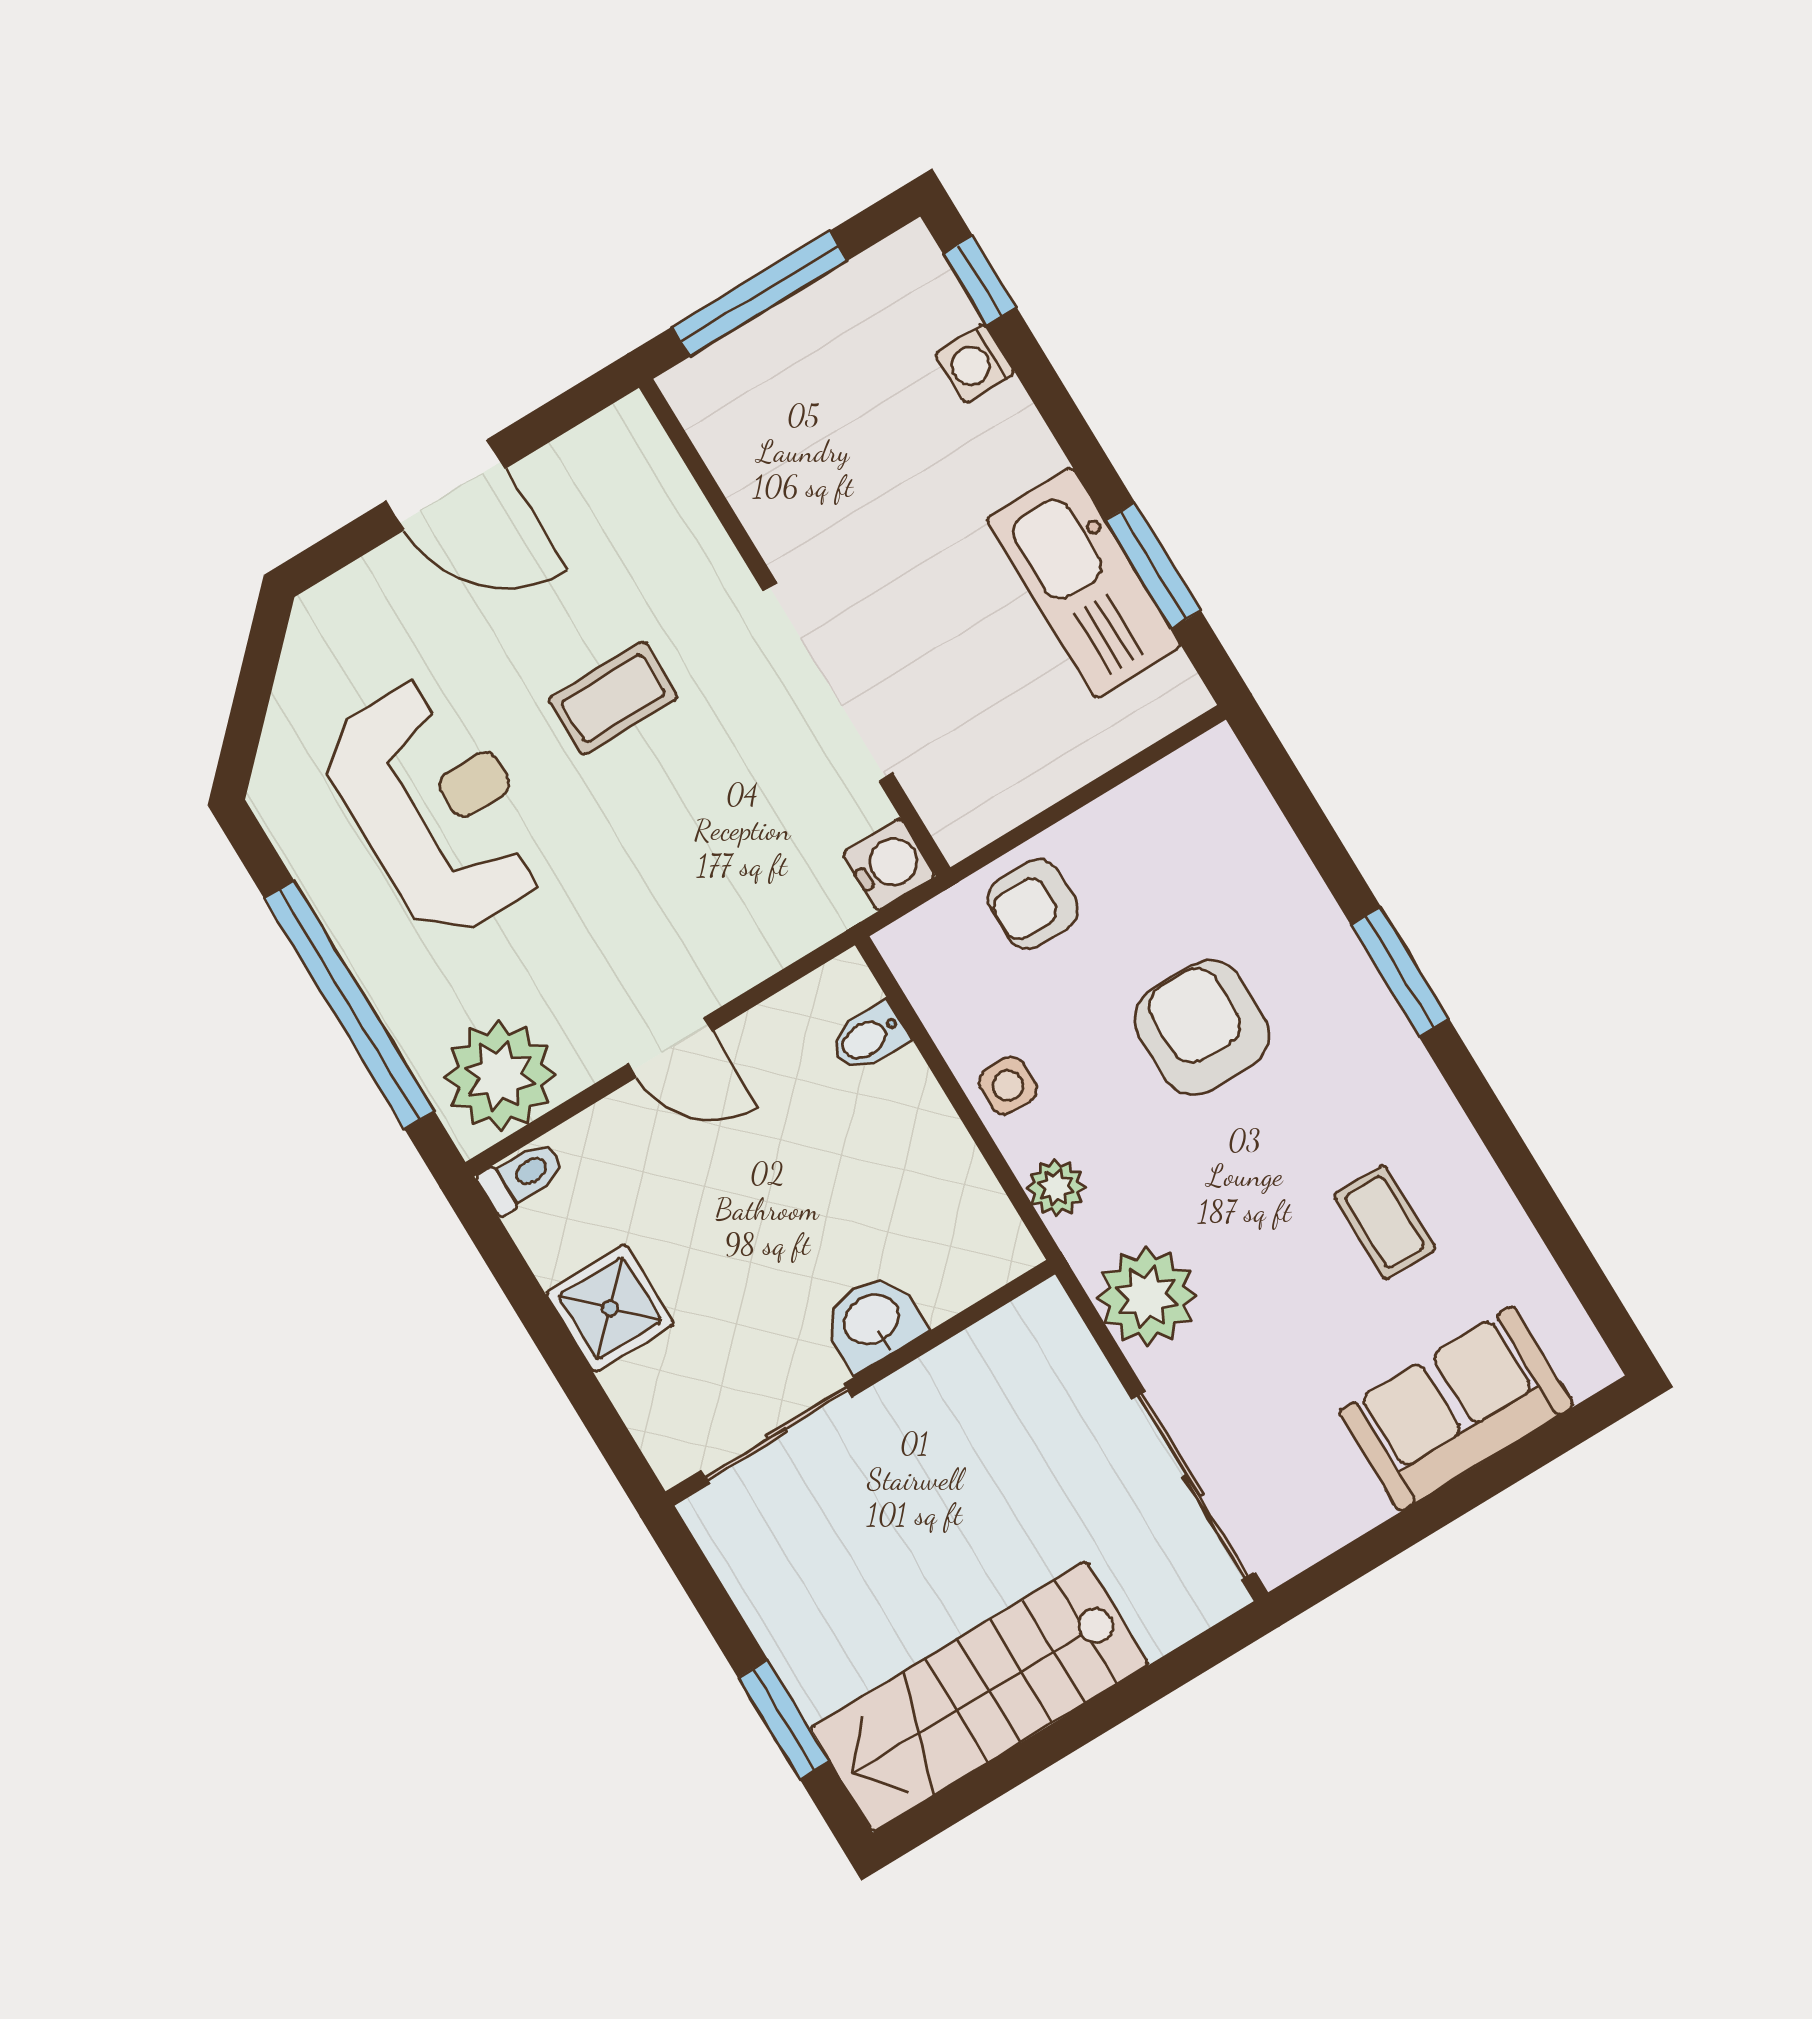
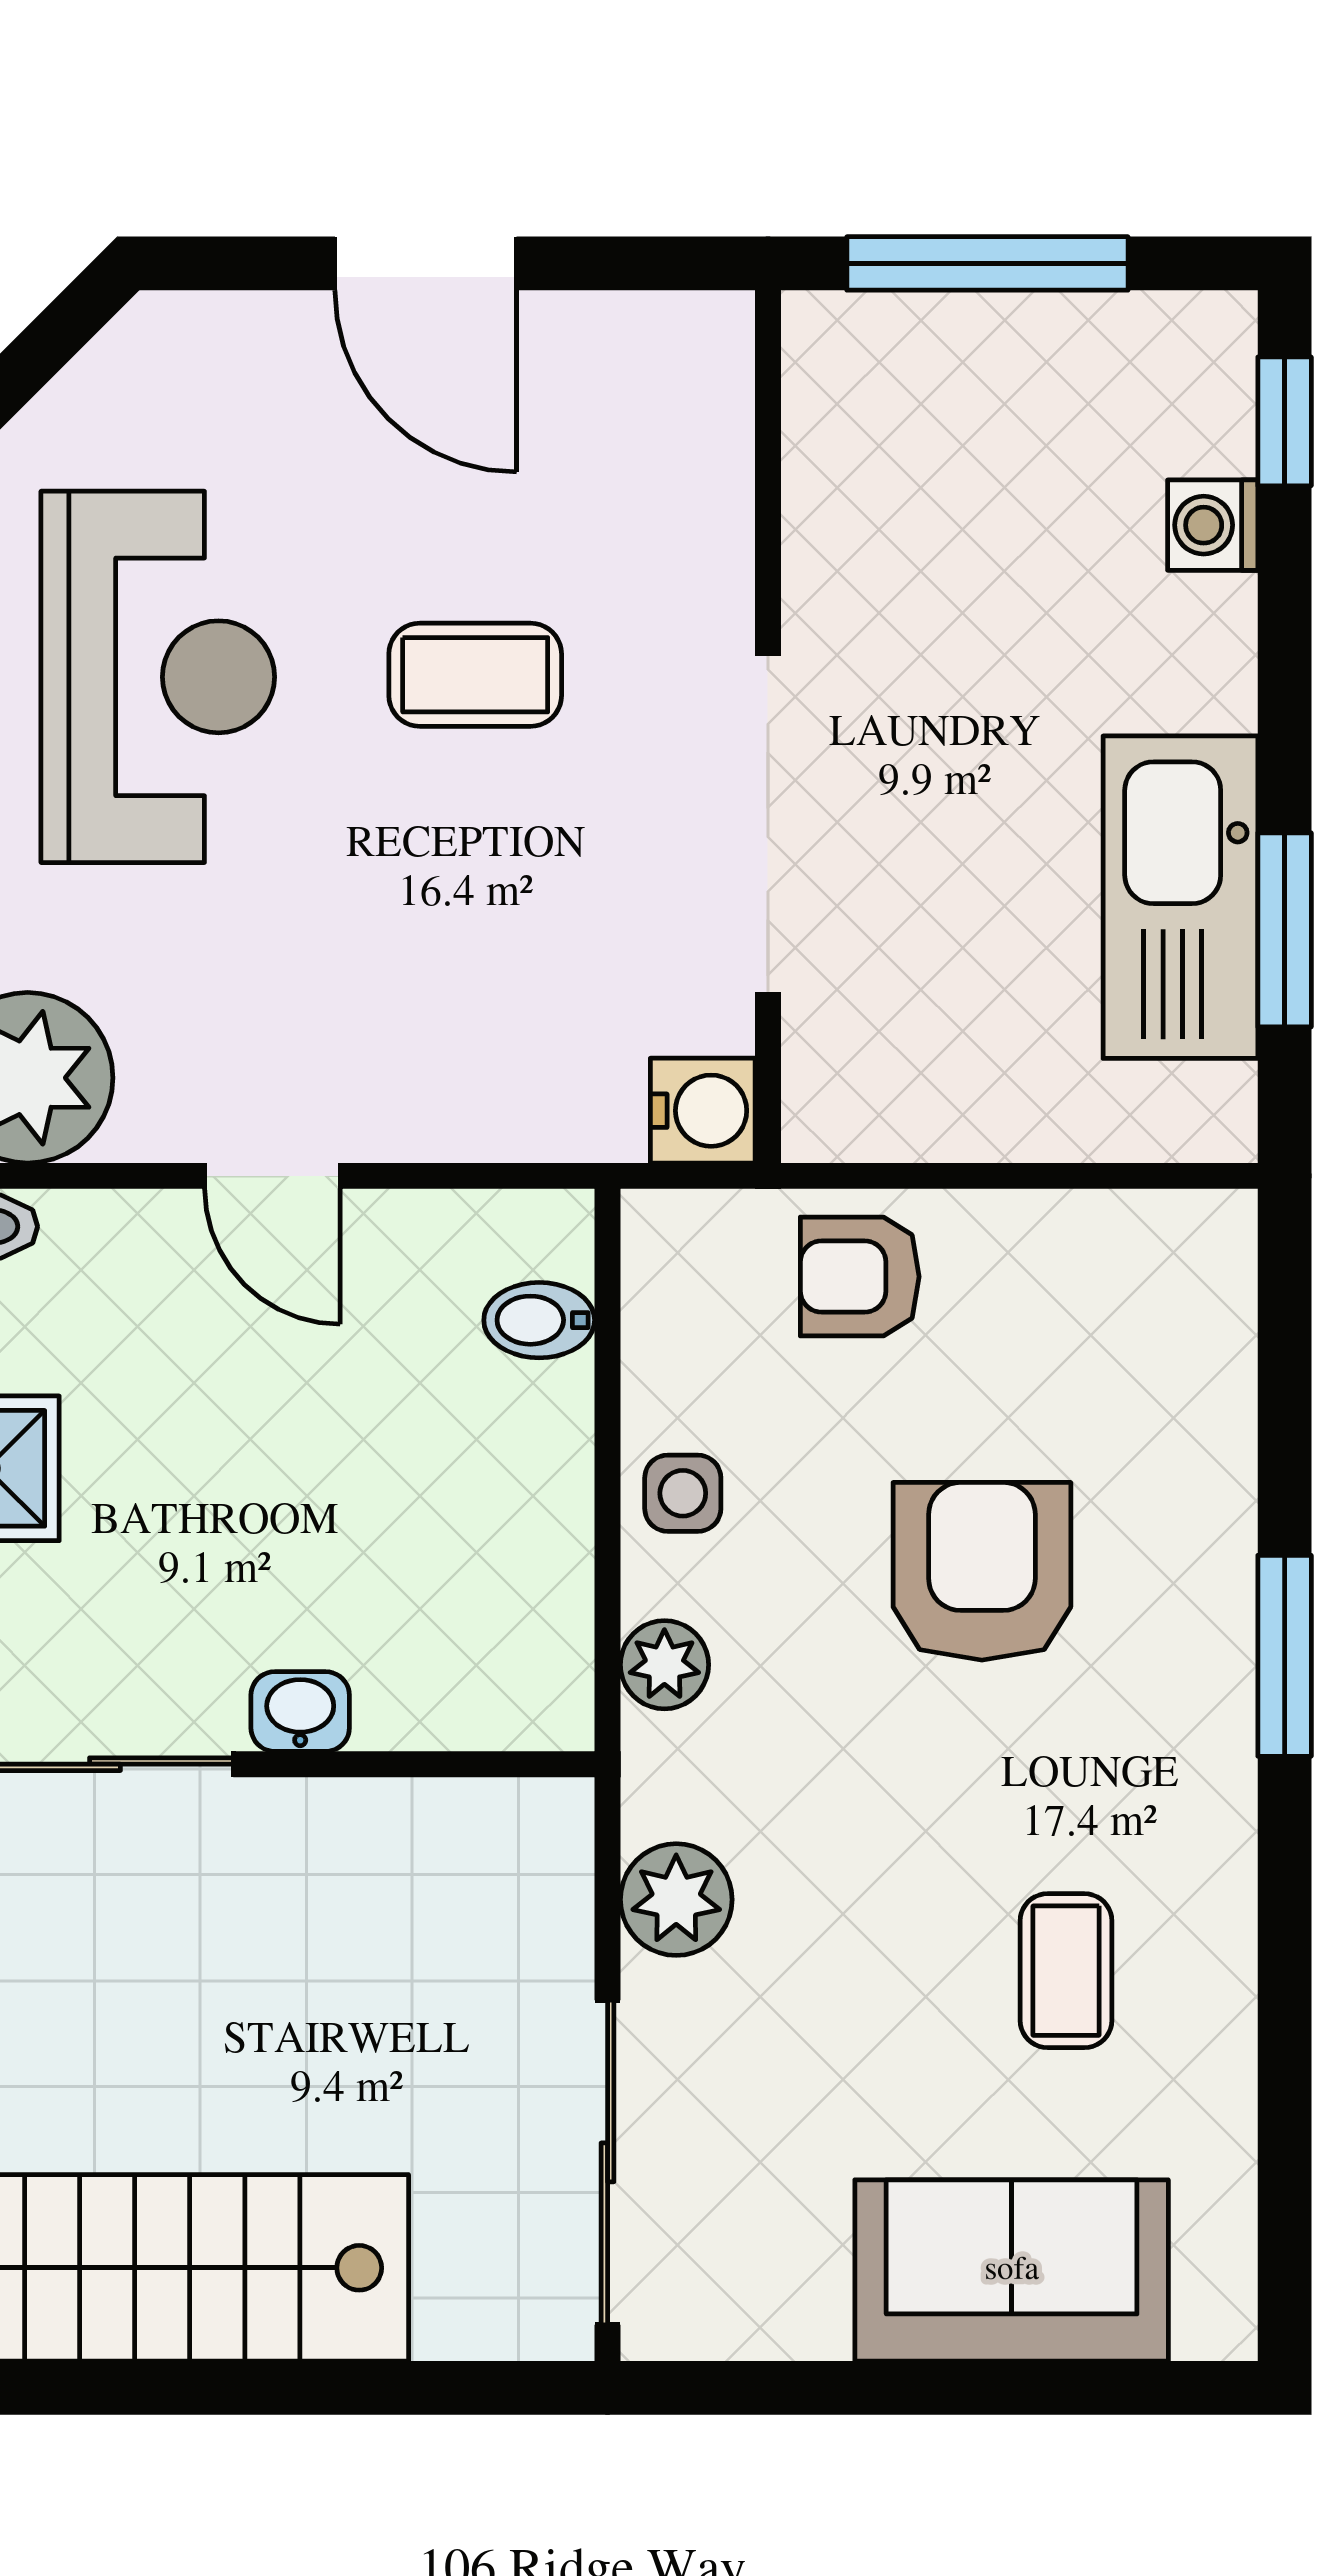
plant: (1147, 1297) -> (676, 1900), width x0.73, depth x0.73
washbasin: (872, 1321) -> (300, 1712), width x0.72, depth x0.69

